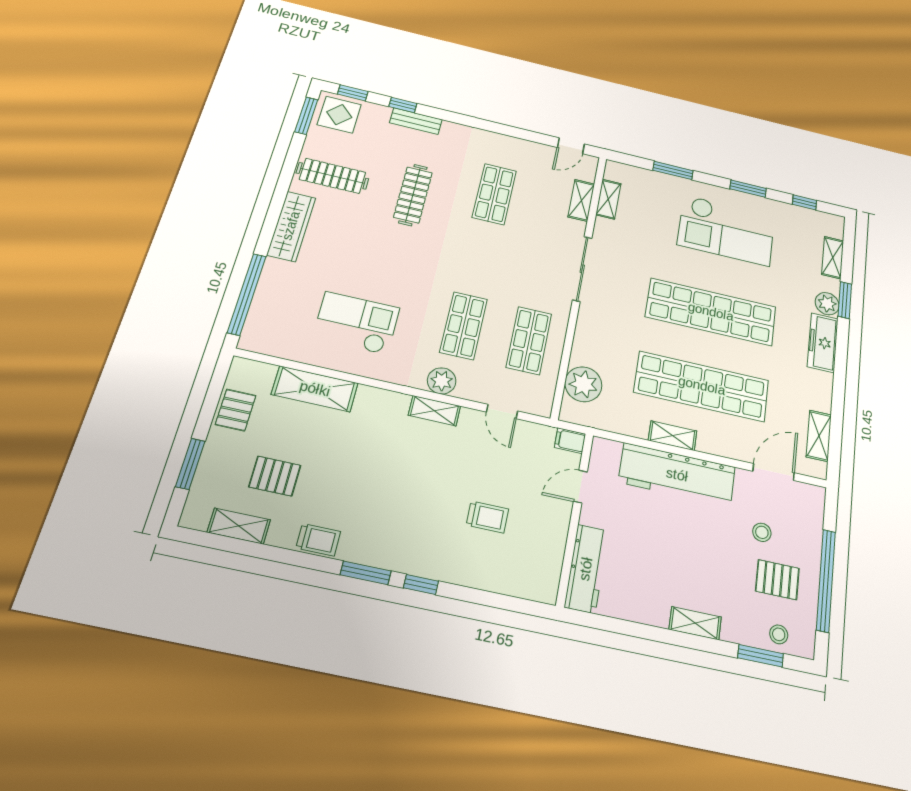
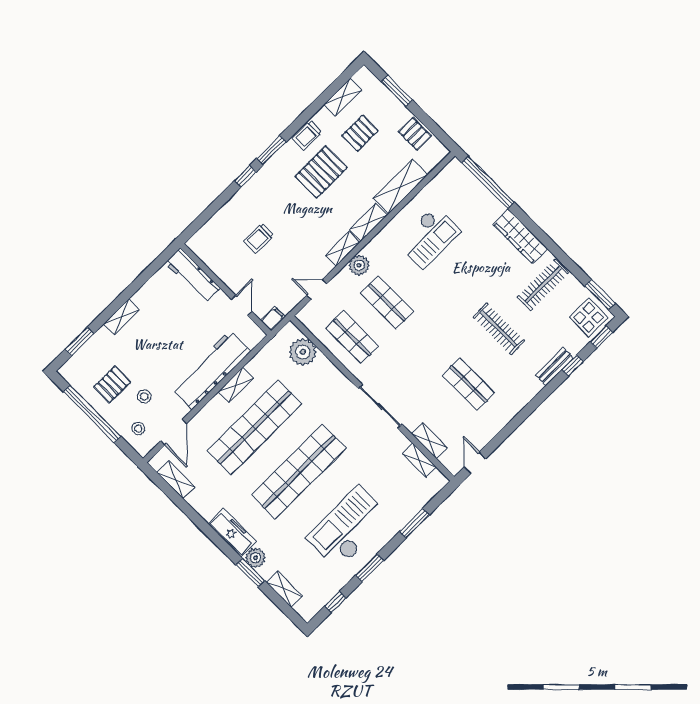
shelving: (383, 400) -> (369, 222), added
pallet: (355, 493) -> (321, 172), added
stool: (779, 634) -> (138, 429), moved

